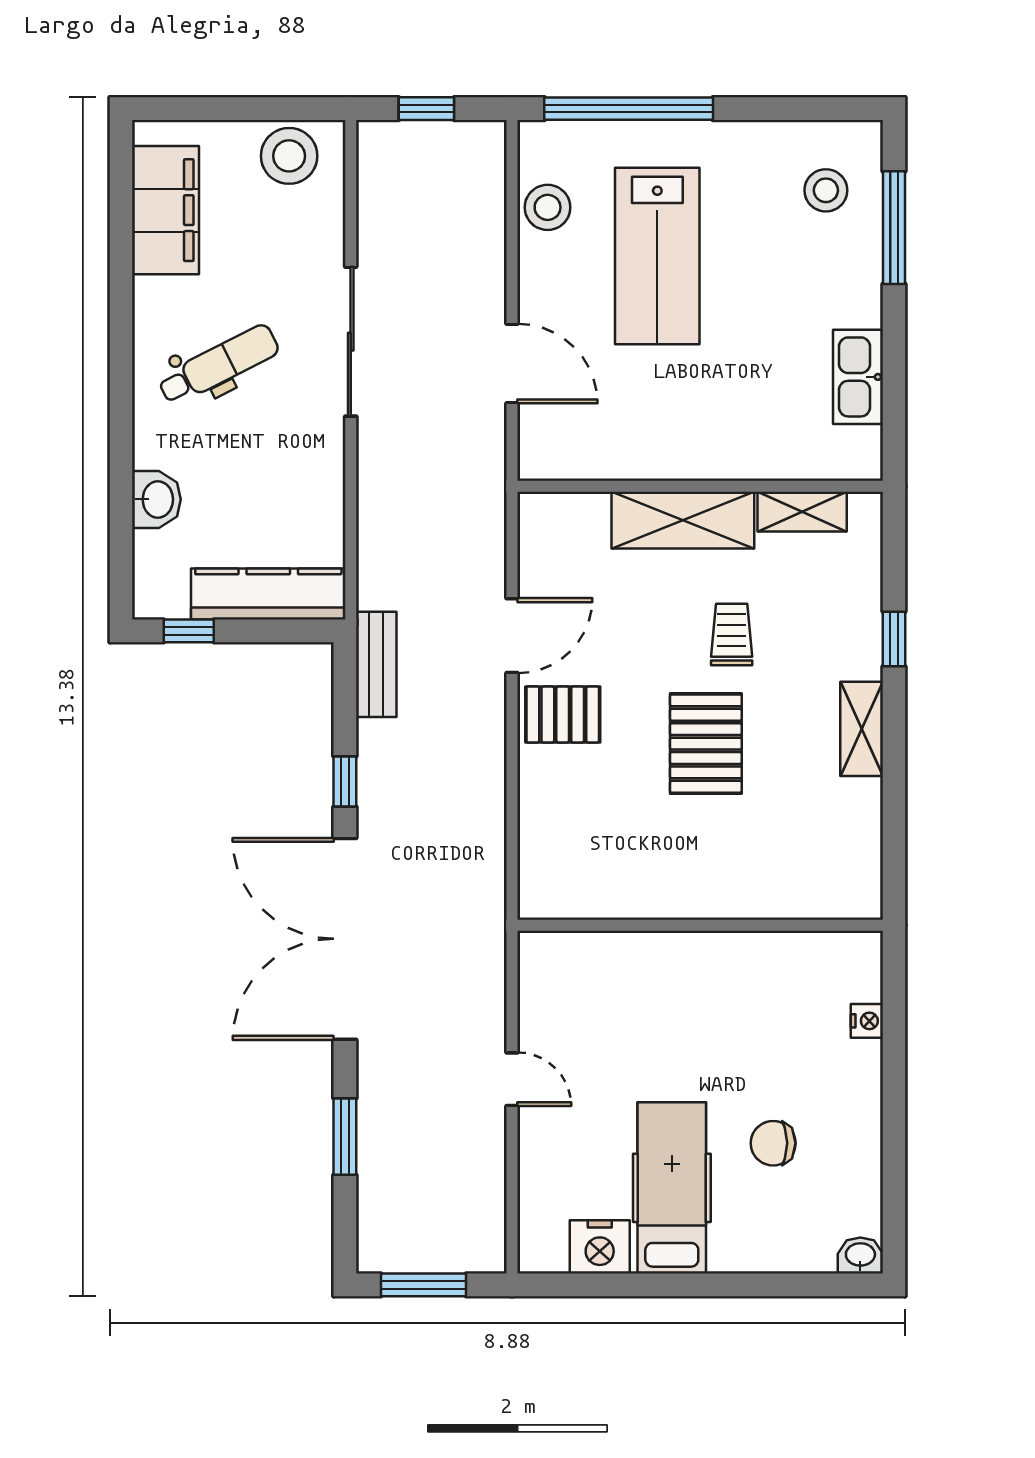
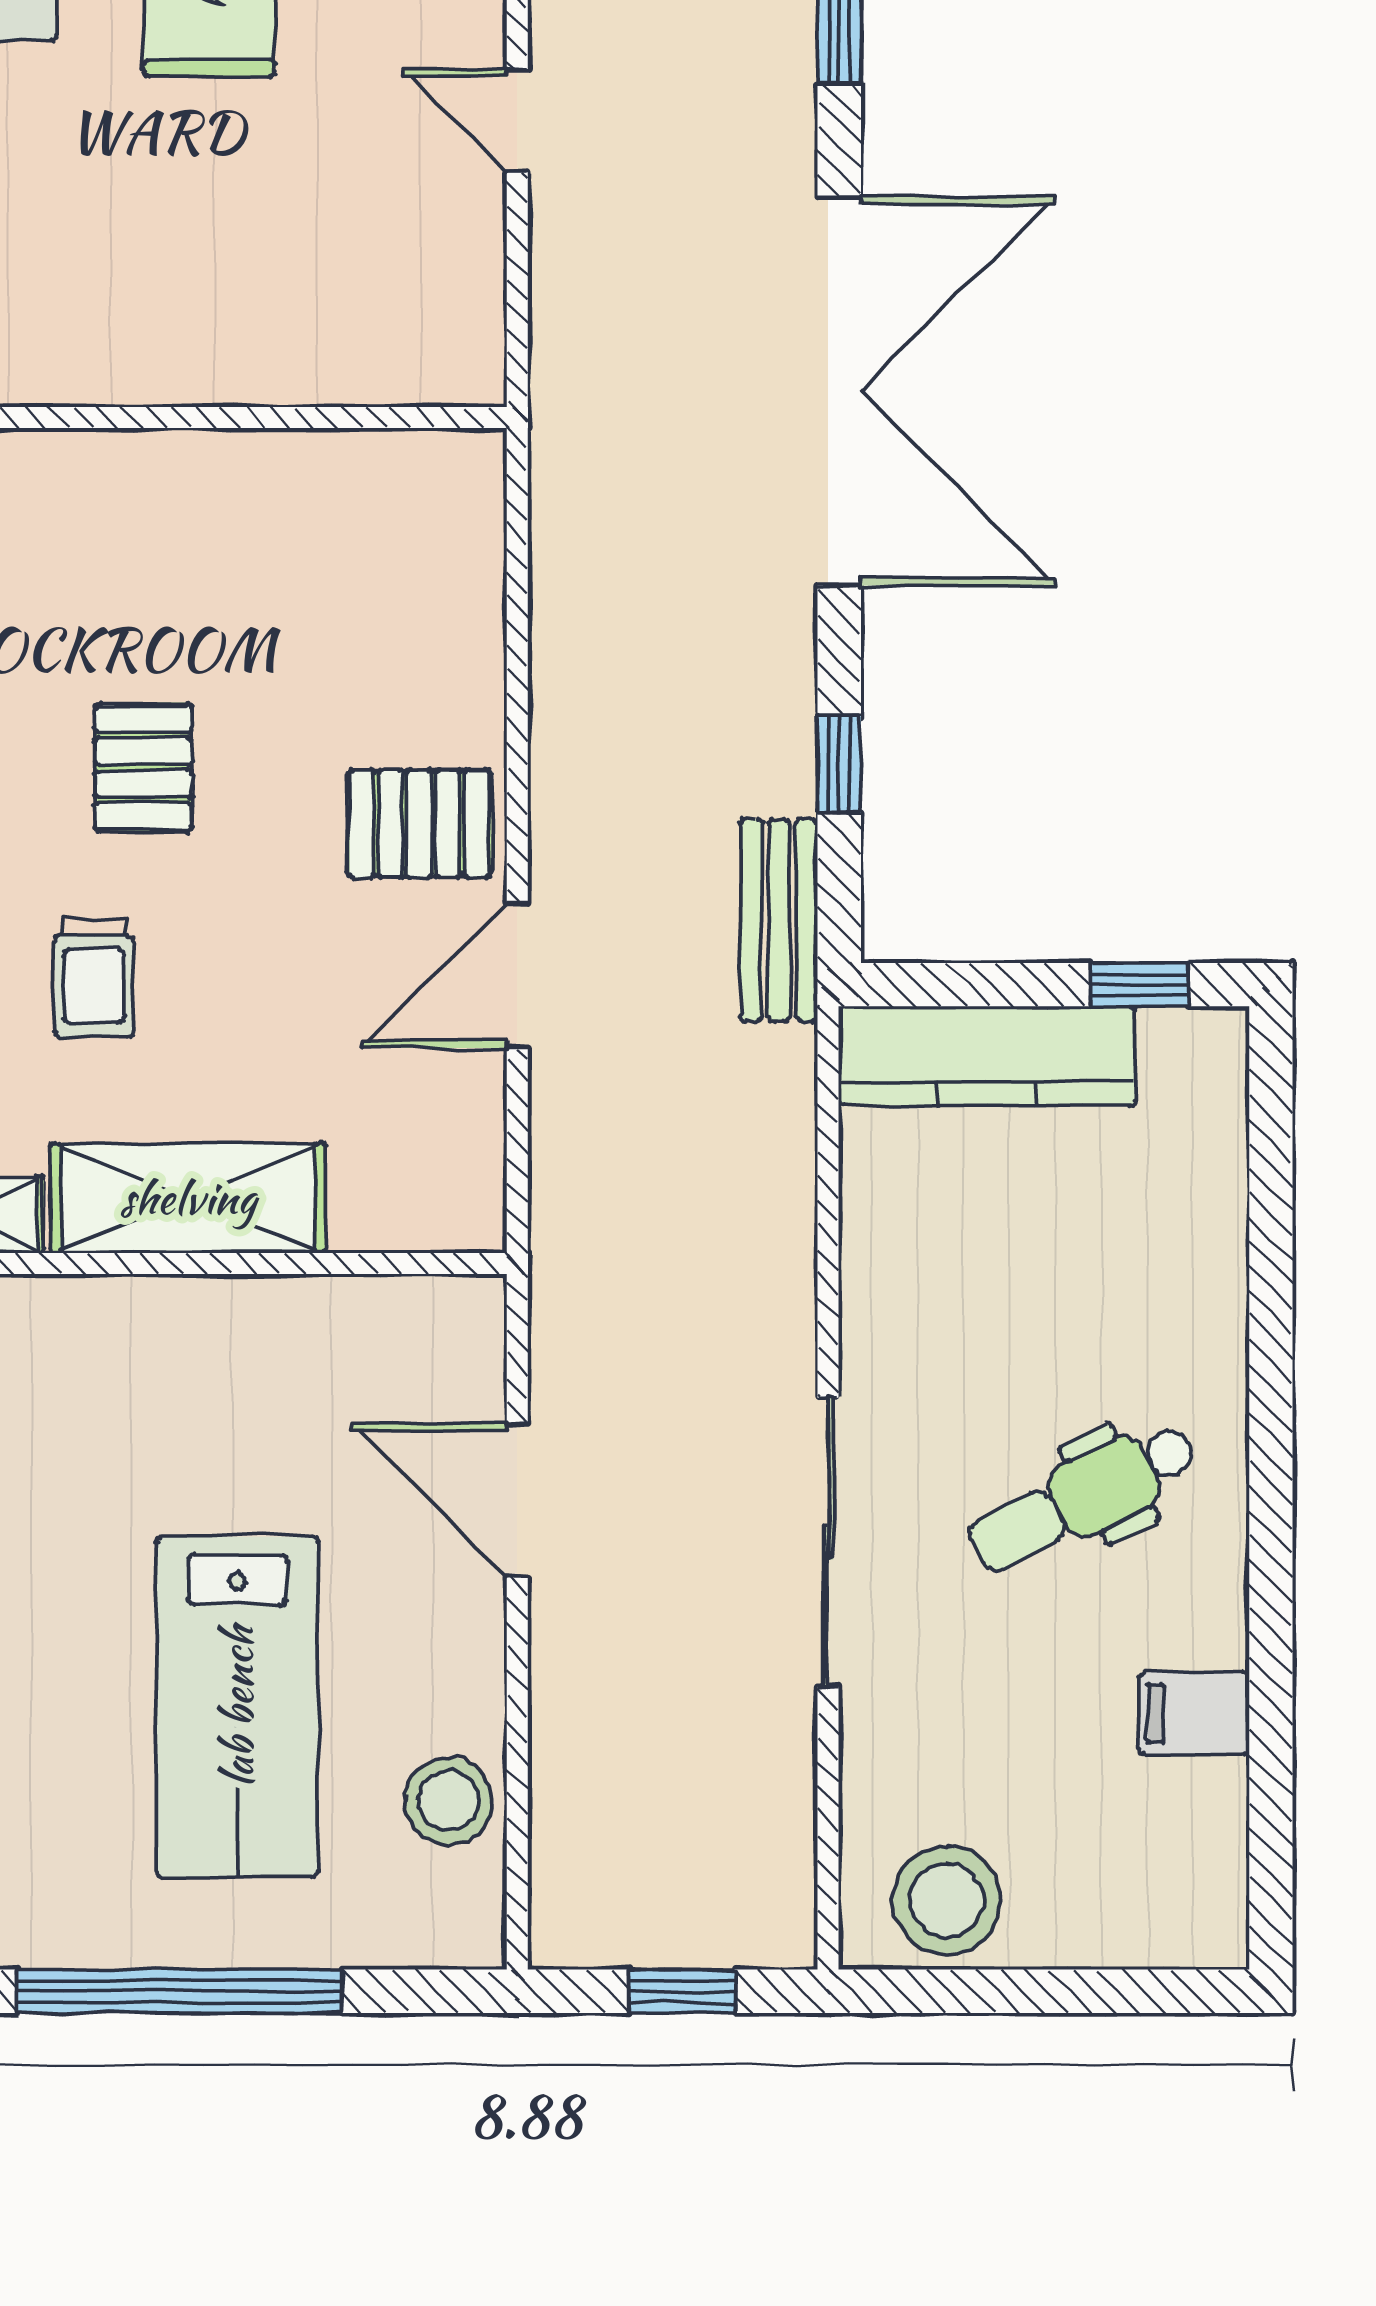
window: (629, 109) -> (179, 1991), moved
filing cabinet: (165, 210) -> (1194, 1713), width x0.33, depth x0.86
lab bench: (657, 256) -> (237, 1707), turned 180
washbasin: (156, 499) -> (1203, 1238), removed
pallet: (706, 744) -> (143, 768), width x0.67, depth x0.71
window: (345, 782) -> (839, 765), moved

